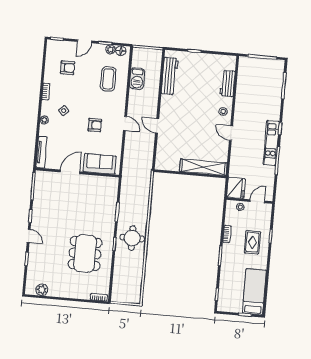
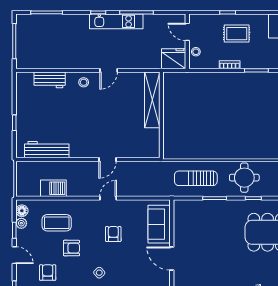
armchair: (86, 89) -> (71, 248), added
sun lounger: (135, 198) -> (196, 178), added

